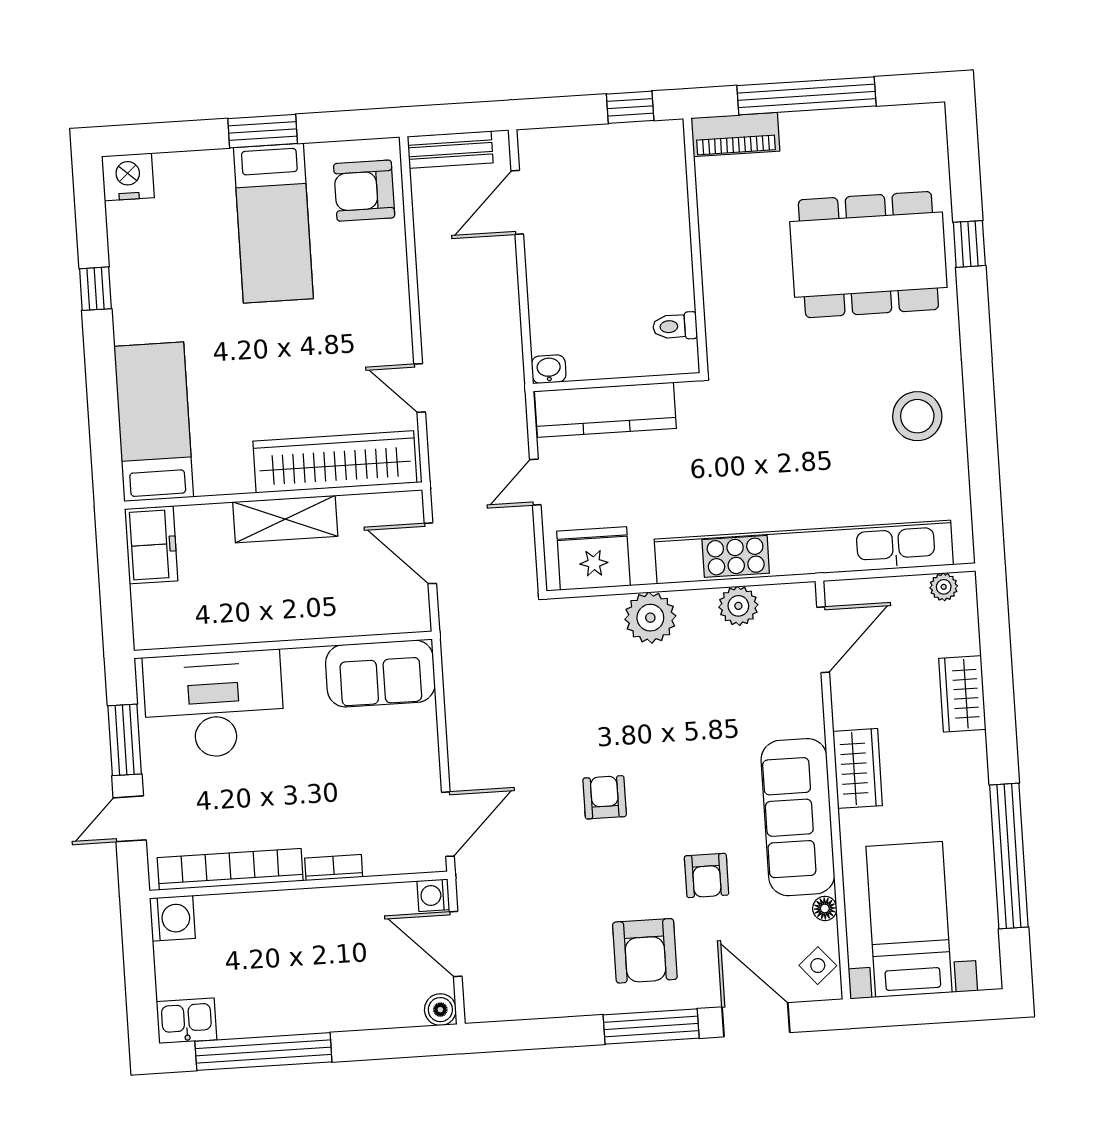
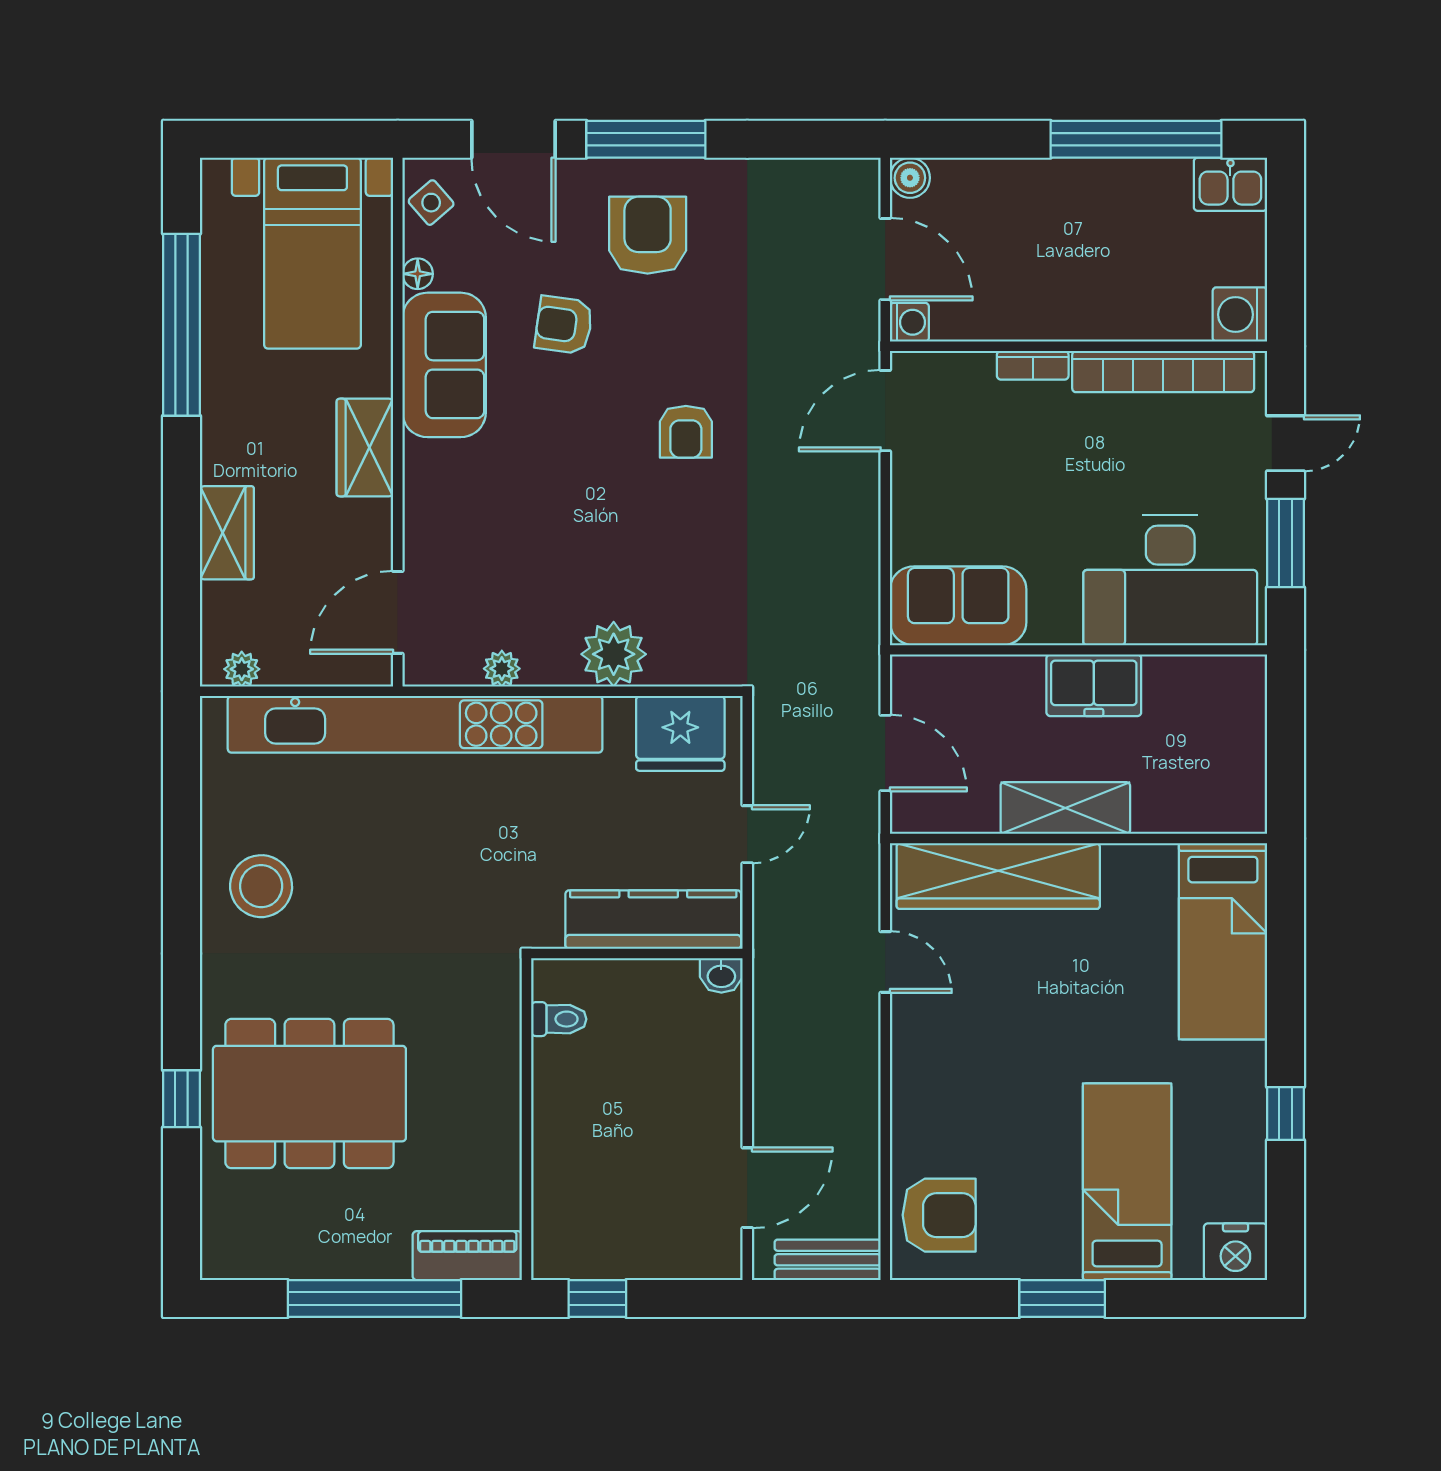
bed: (273, 223) -> (1127, 1182), moved
freezer: (151, 545) -> (1094, 685), moved, turned -90
plant: (738, 606) -> (502, 669), width x0.73, depth x0.73
sofa: (798, 817) -> (444, 365), width x0.73
armchair: (707, 875) -> (564, 325), turned -82

